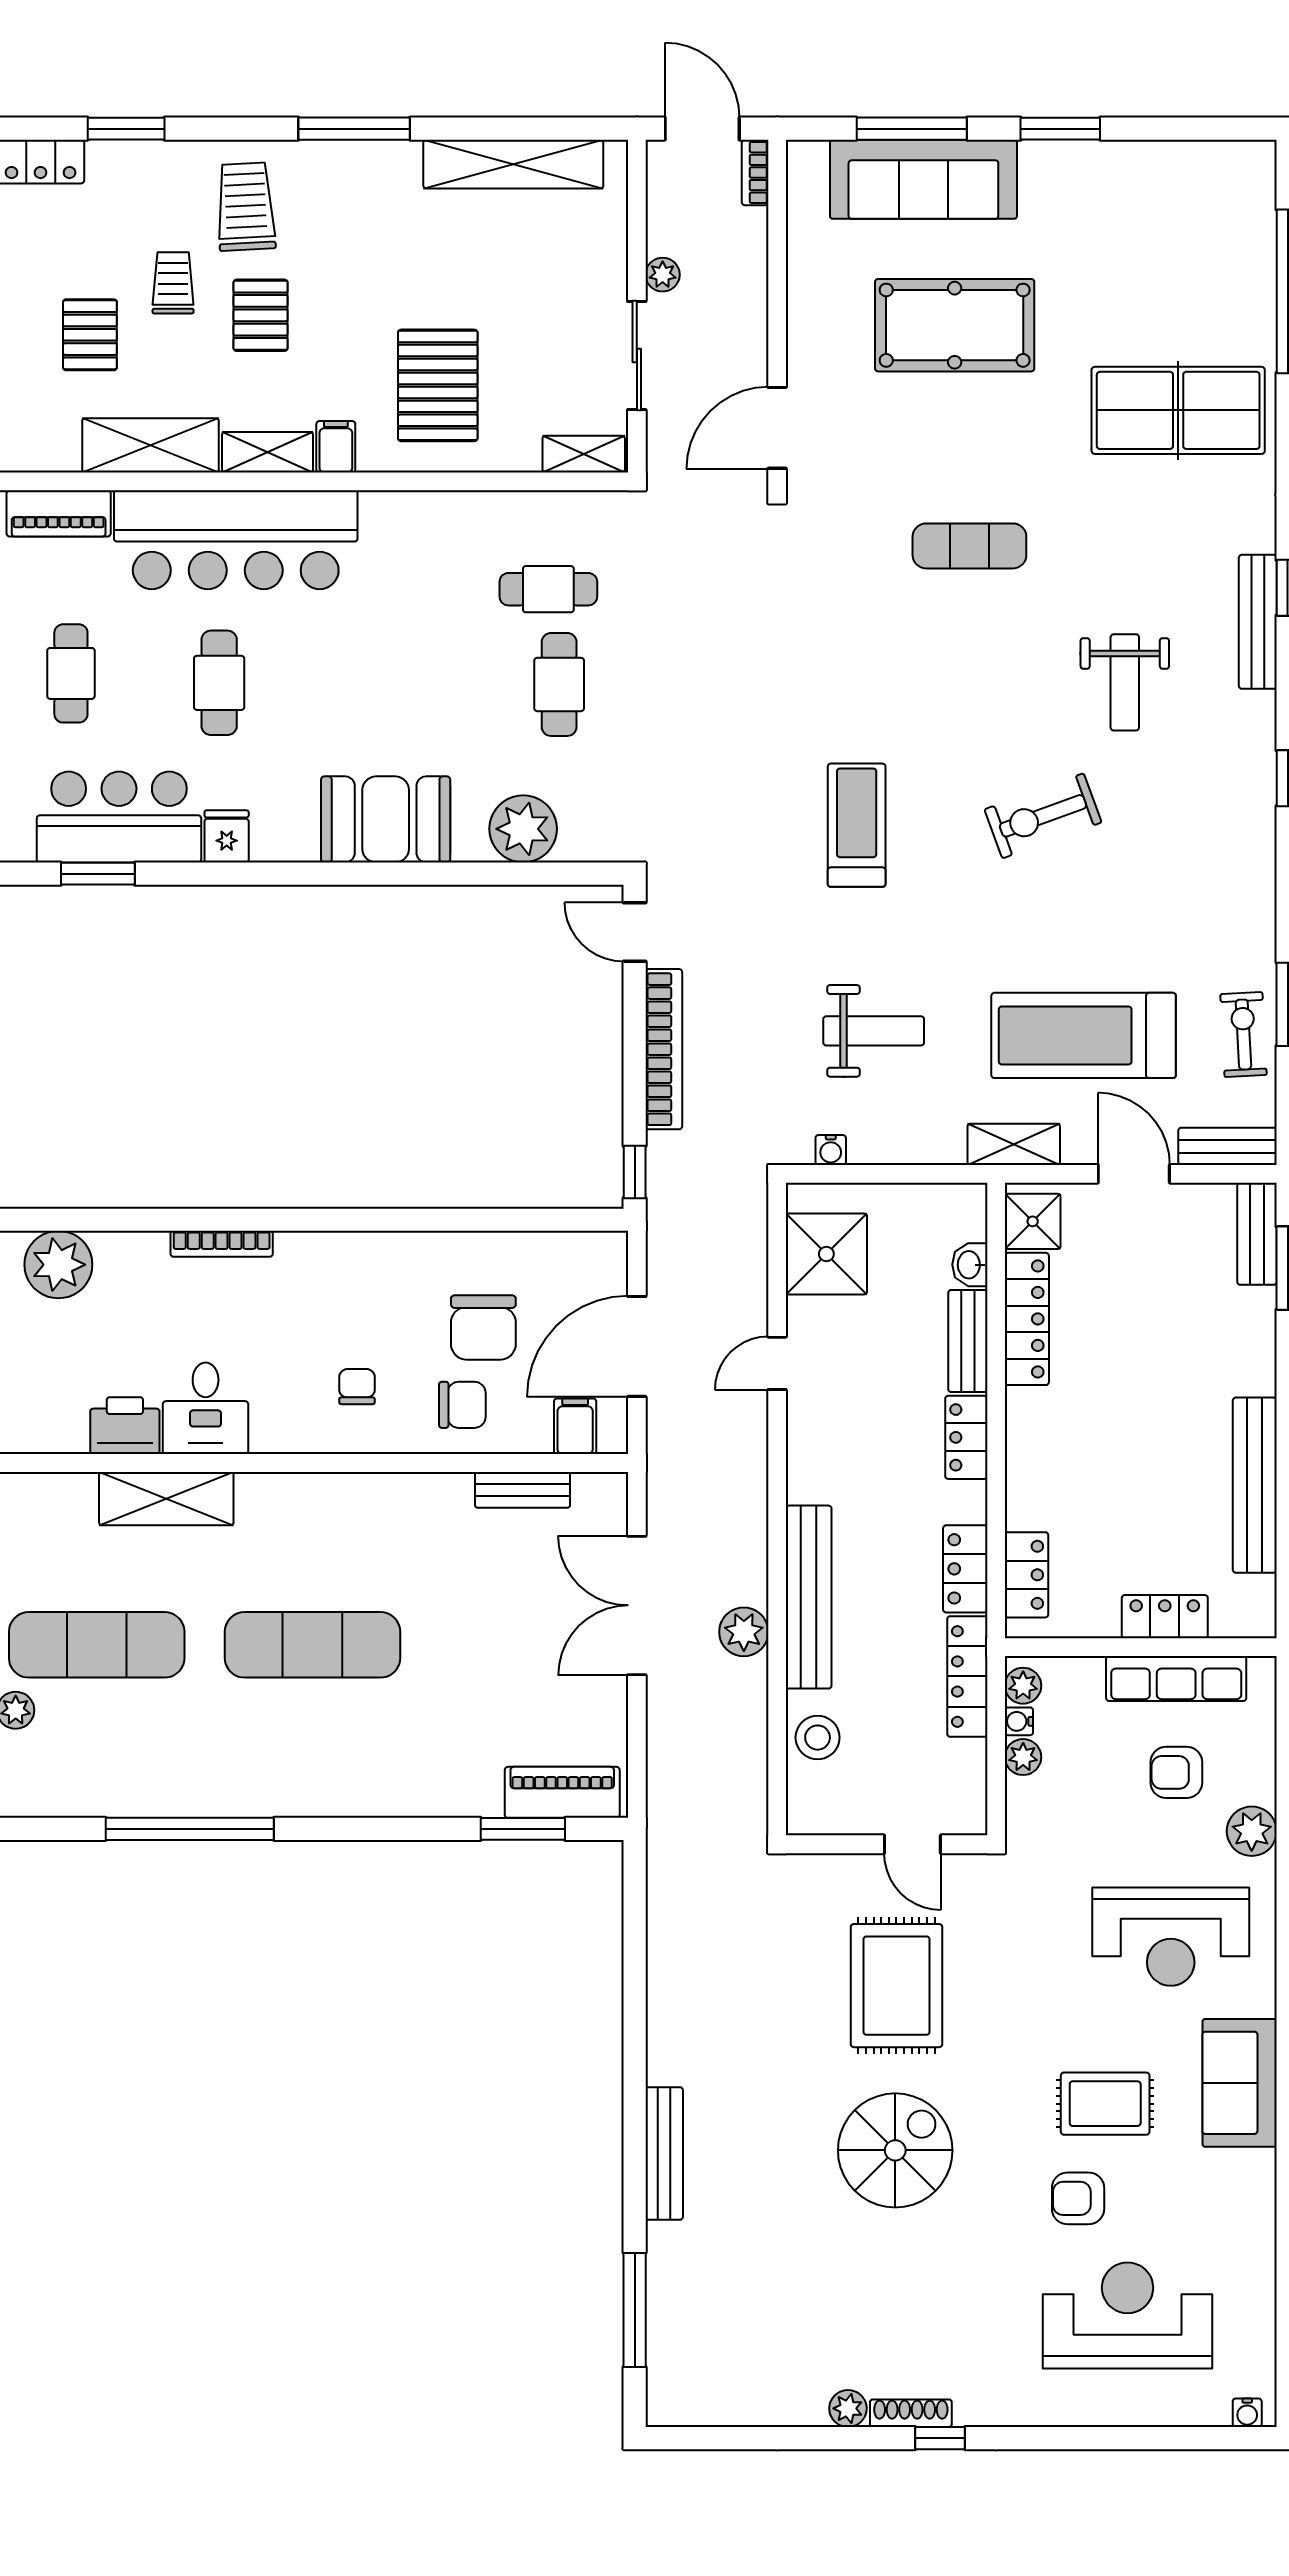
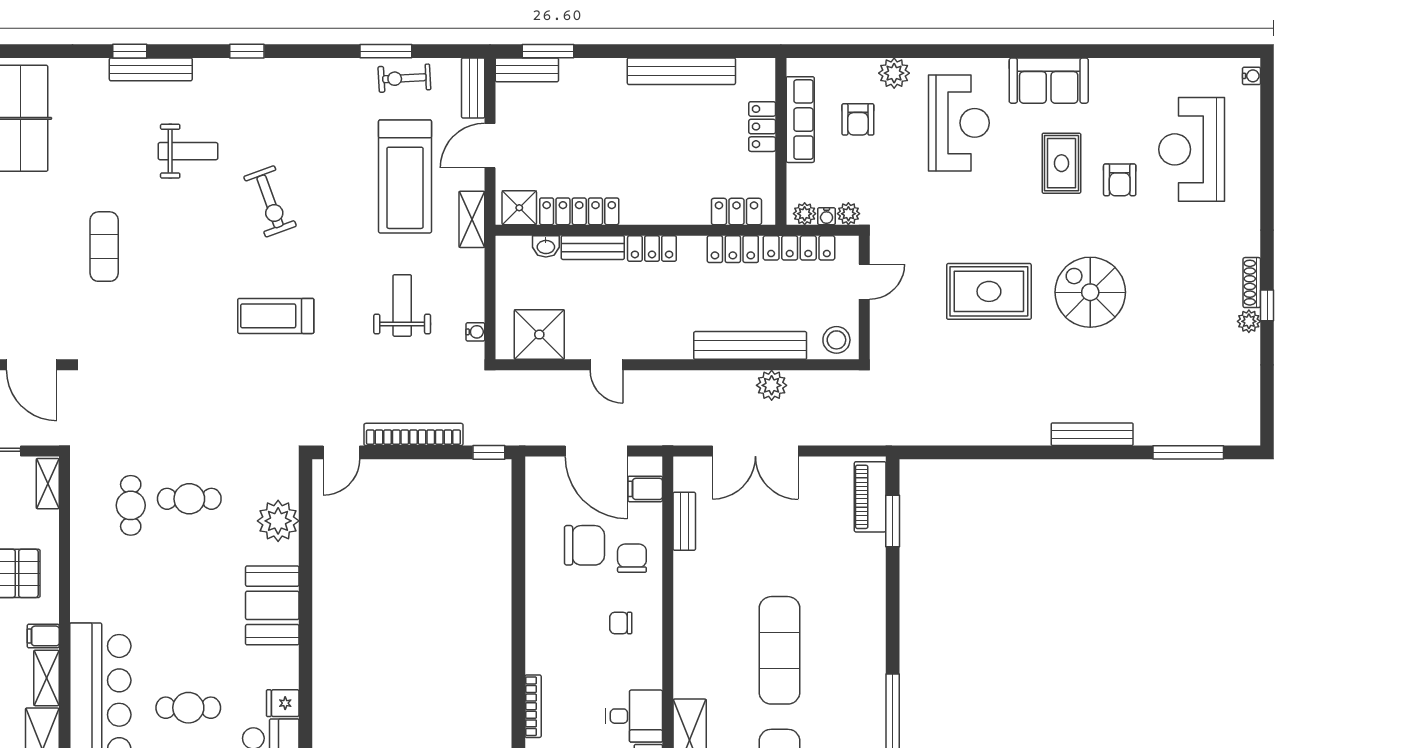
wall: (887, 1844) -> (864, 298), moved
door: (912, 1844) -> (864, 282), moved
window: (940, 2438) -> (1267, 305), moved

